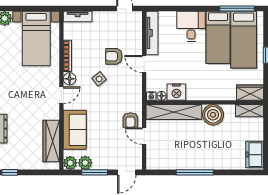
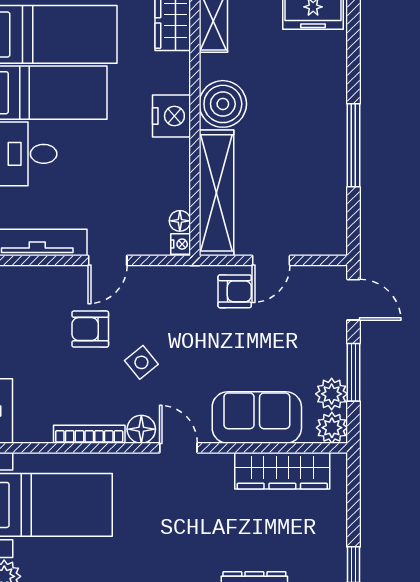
armchair: (114, 56) -> (90, 329), turned 90
nightstand: (176, 92) -> (171, 116), moved

